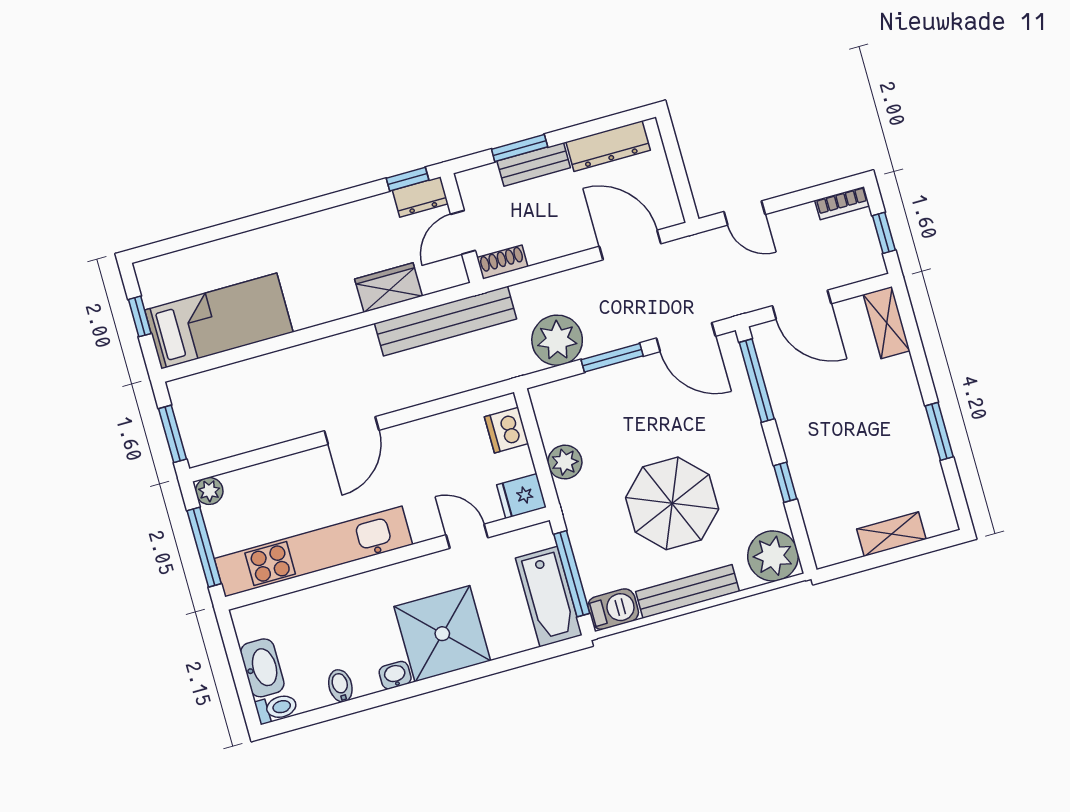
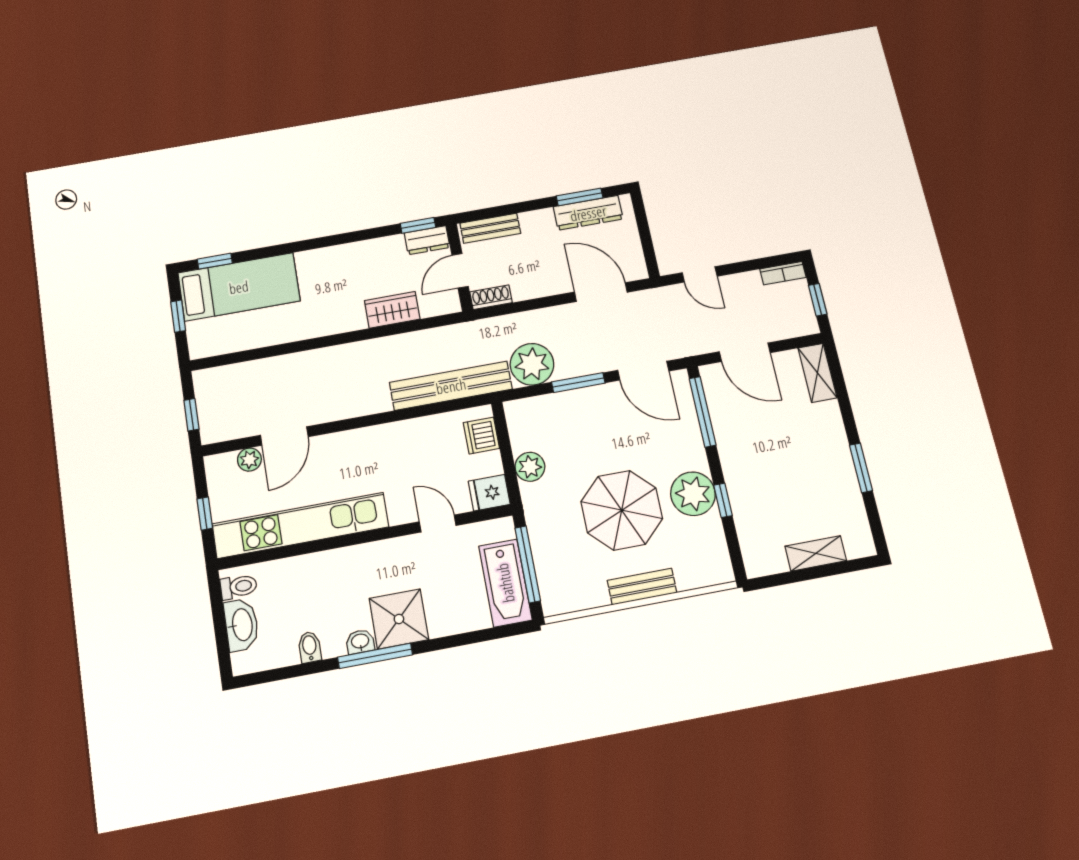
window: (520, 148) -> (580, 197), moved
bench: (534, 164) -> (490, 228), moved
window: (173, 245) -> (215, 261), added
bed: (219, 321) -> (239, 287), moved
bench: (446, 321) -> (451, 386), moved
door: (352, 430) -> (284, 436), moved
window: (173, 434) -> (191, 415), width x0.67
plant: (209, 491) -> (249, 460), moved
window: (204, 547) -> (205, 514), width x0.46
plant: (773, 556) -> (693, 494), moved
bench: (688, 591) -> (642, 587), width x0.73
barbecue: (613, 609) -> (562, 599), removed
shower: (442, 634) -> (399, 619), width x0.73, depth x0.73
window: (413, 689) -> (375, 656), added
toilet: (276, 708) -> (239, 587), moved

